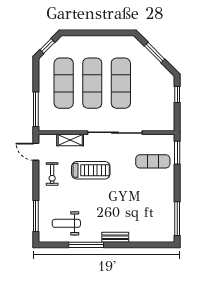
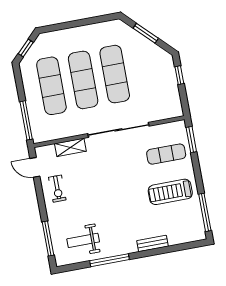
treadmill: (91, 170) -> (170, 192), moved, turned 180
bench: (115, 237) -> (152, 243), moved

